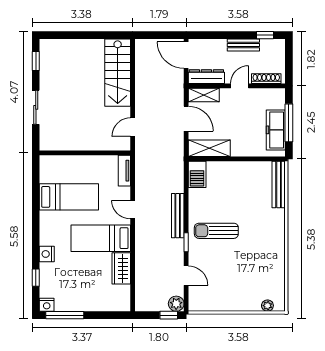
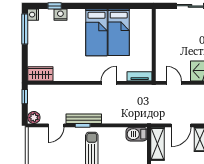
bench: (178, 216) -> (84, 119), moved
bed: (101, 238) -> (97, 32), moved, turned 180
nightstand: (47, 254) -> (60, 15), moved
wardrobe: (121, 268) -> (40, 74), moved
window: (169, 315) -> (25, 97), moved

